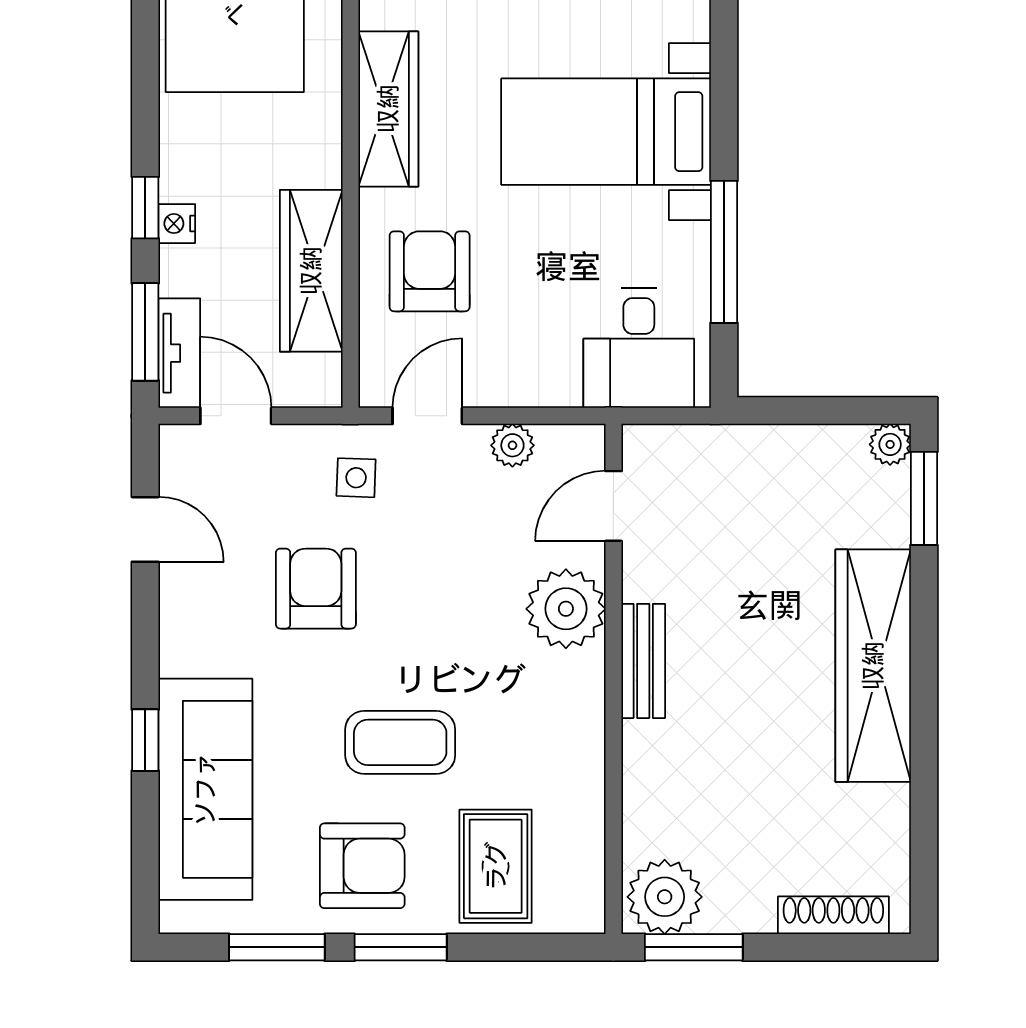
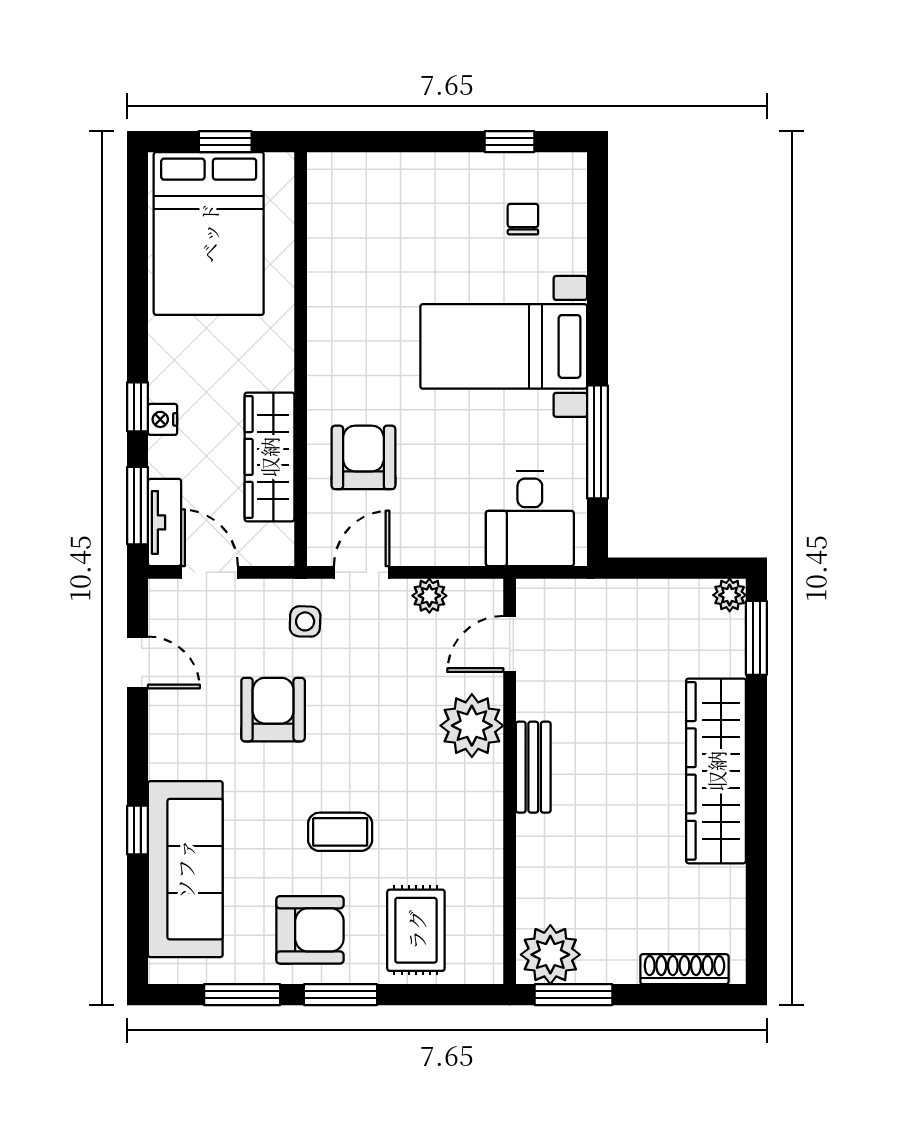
wardrobe: (388, 109) -> (331, 328), removed
coffee table: (400, 742) -> (340, 832), width x0.73, depth x0.77

